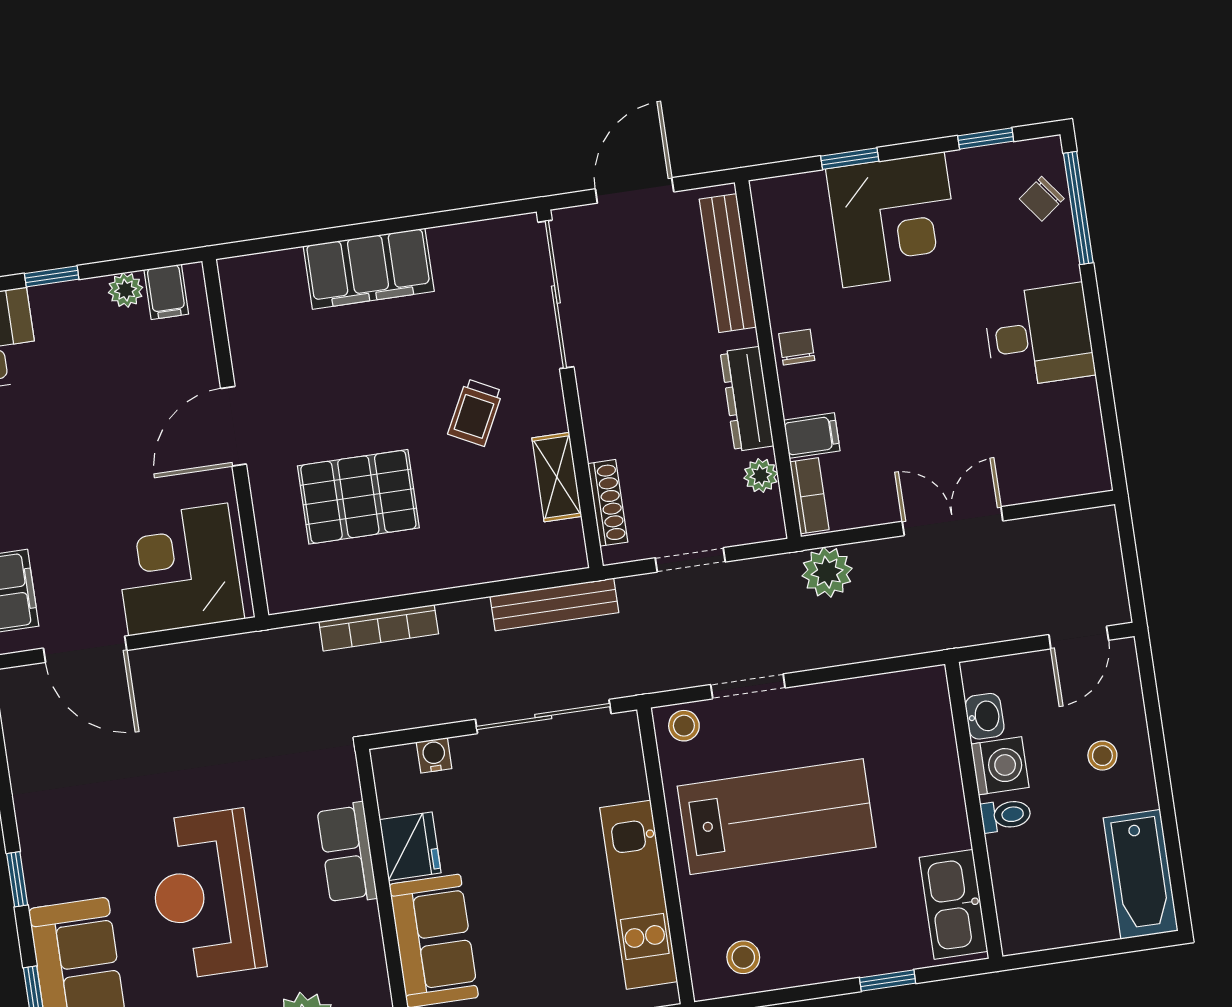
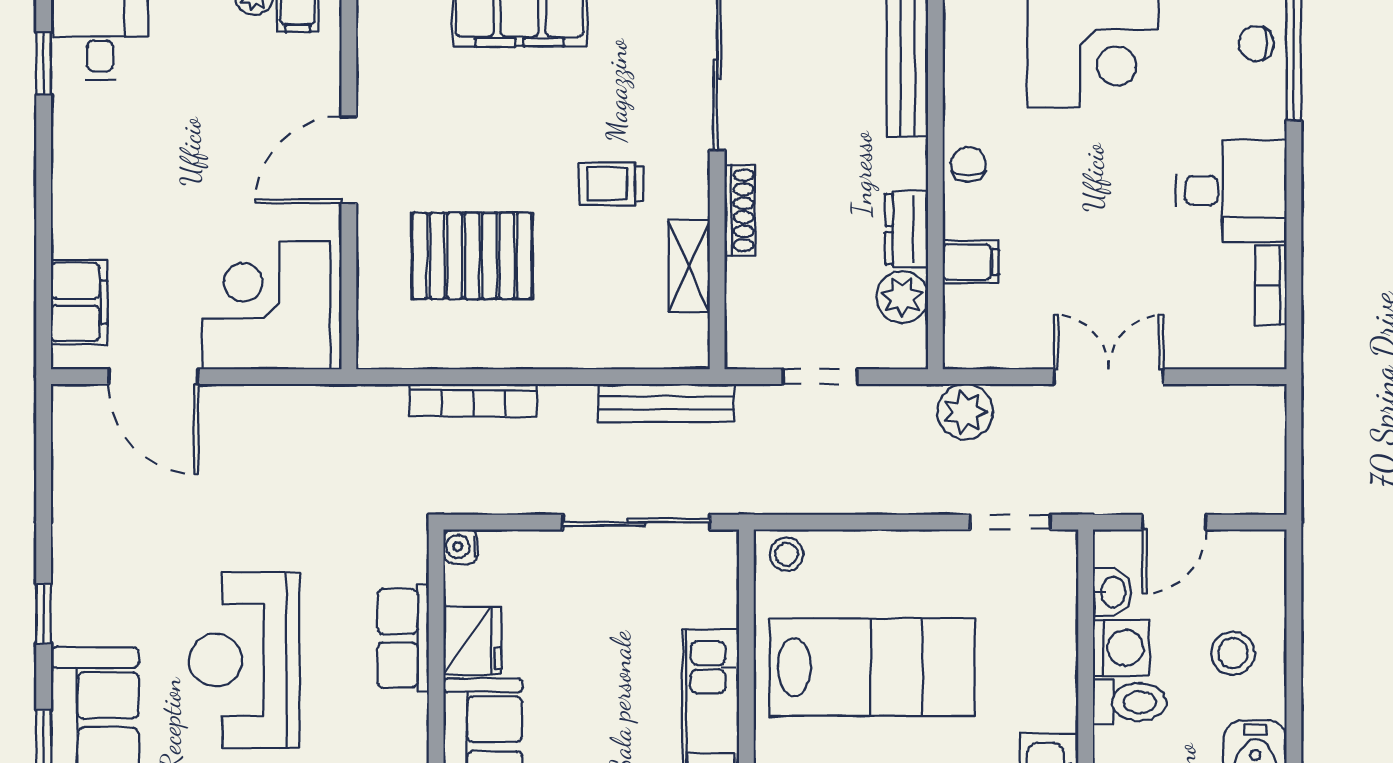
chair: (1042, 199) -> (1256, 43), turned 37
dresser: (747, 399) -> (907, 229), width x0.70
trolley: (475, 413) -> (612, 184), turned 63
plant: (761, 476) -> (902, 297), width x1.38, depth x1.38
bookcase: (809, 496) -> (1271, 285), moved, turned 180
shoe rack: (608, 503) -> (740, 210), moved
door: (1079, 637) -> (1174, 522), moved
doorway: (748, 686) -> (1010, 522), moved
water cooler: (434, 755) -> (461, 546), moved, turned -90
stool: (1102, 756) -> (1233, 653), width x1.37, depth x1.37
toilet: (1006, 815) -> (1130, 702), width x1.37, depth x1.39

